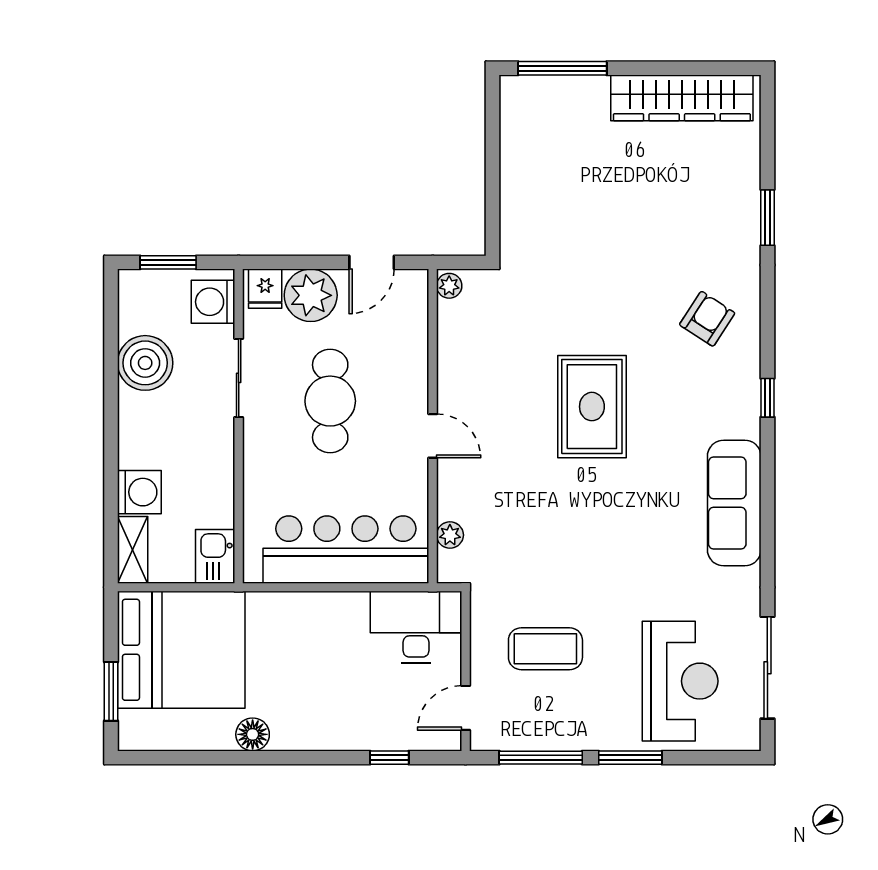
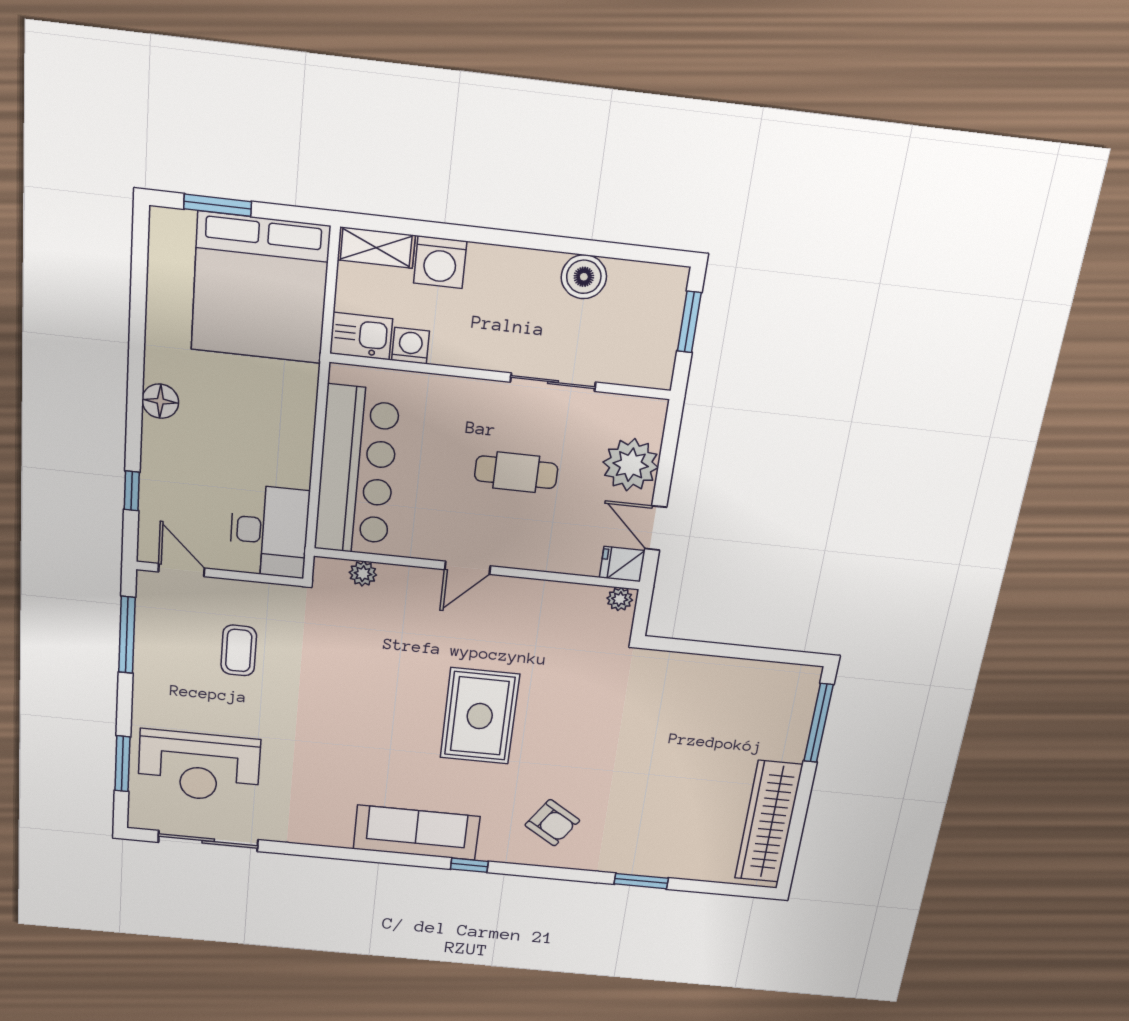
fridge: (265, 289) -> (622, 564), moved
washing machine: (213, 302) -> (411, 346), moved, width x0.73, depth x0.73
boiler: (145, 363) -> (584, 277), width x0.73, depth x0.73
cafe table: (330, 401) -> (516, 472), width x0.73, depth x0.74
rug: (592, 407) -> (480, 716), turned 90
sofa: (734, 503) -> (416, 833), moved
coffee table: (545, 649) -> (239, 650), width x0.73, depth x0.77
floor lamp: (253, 734) -> (160, 401), moved
window: (630, 758) -> (122, 764), moved

